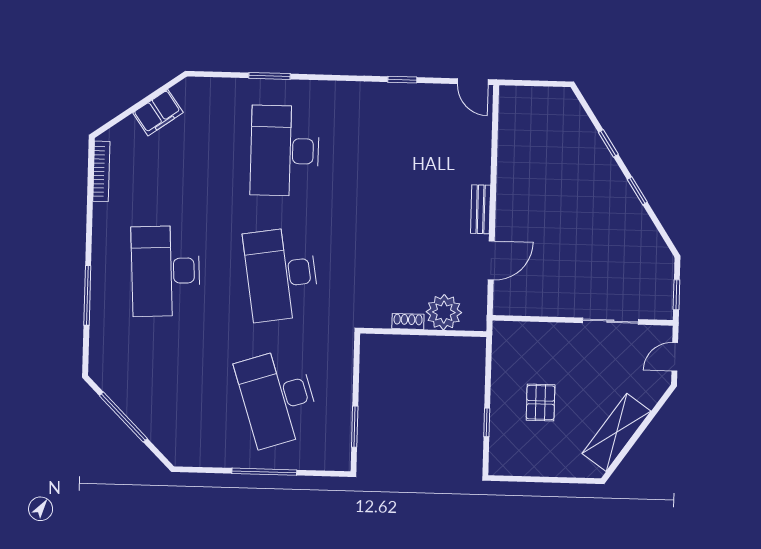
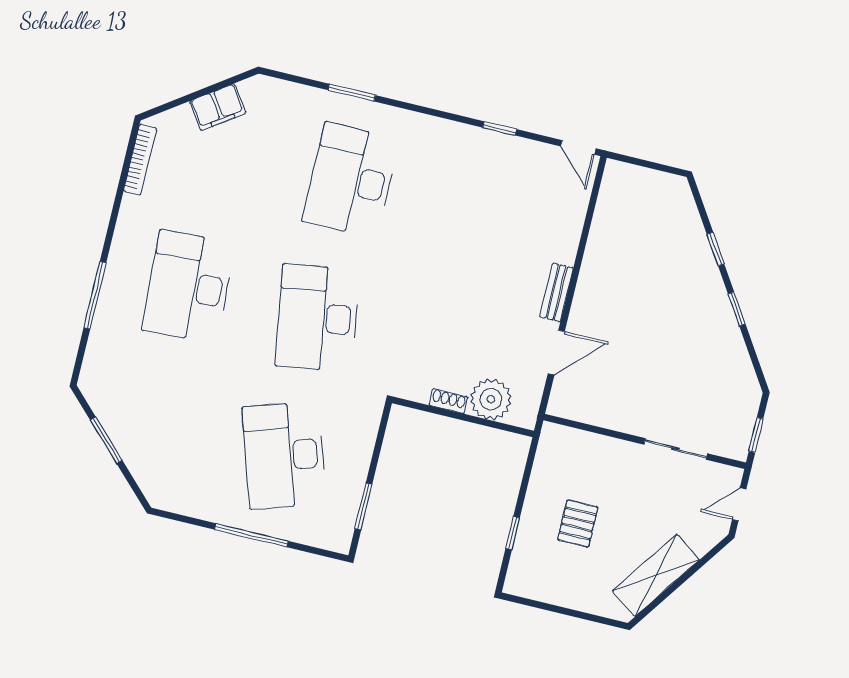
window: (123, 417) -> (106, 440), width x0.69

